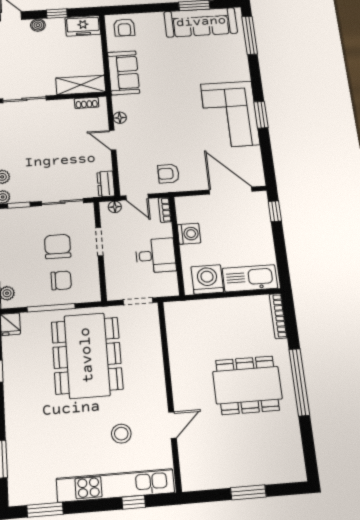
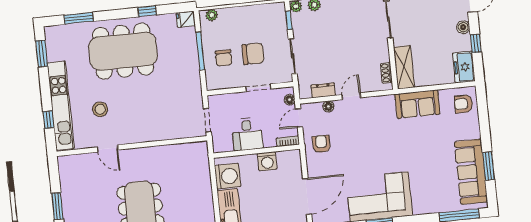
floor lamp: (120, 118) -> (328, 106), moved
dresser: (106, 184) -> (323, 90), moved
dining table: (87, 355) -> (123, 51), moved

